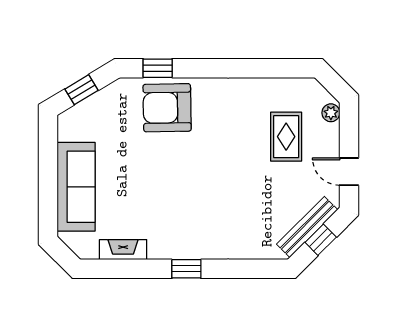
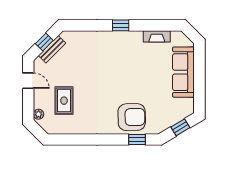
bench: (307, 227) -> (52, 49), width x0.73

